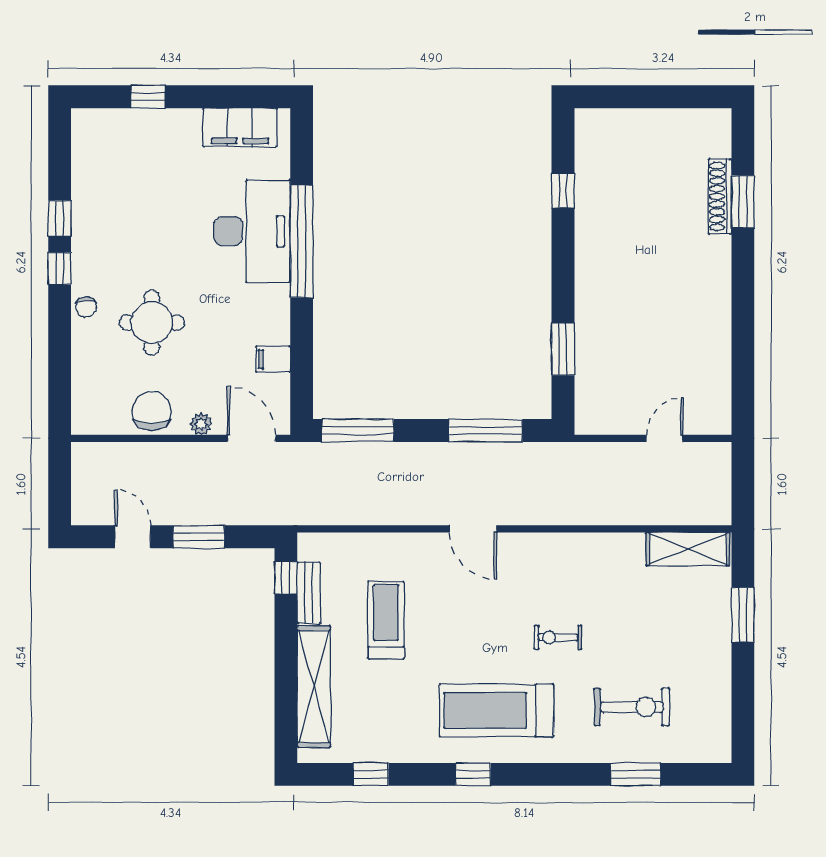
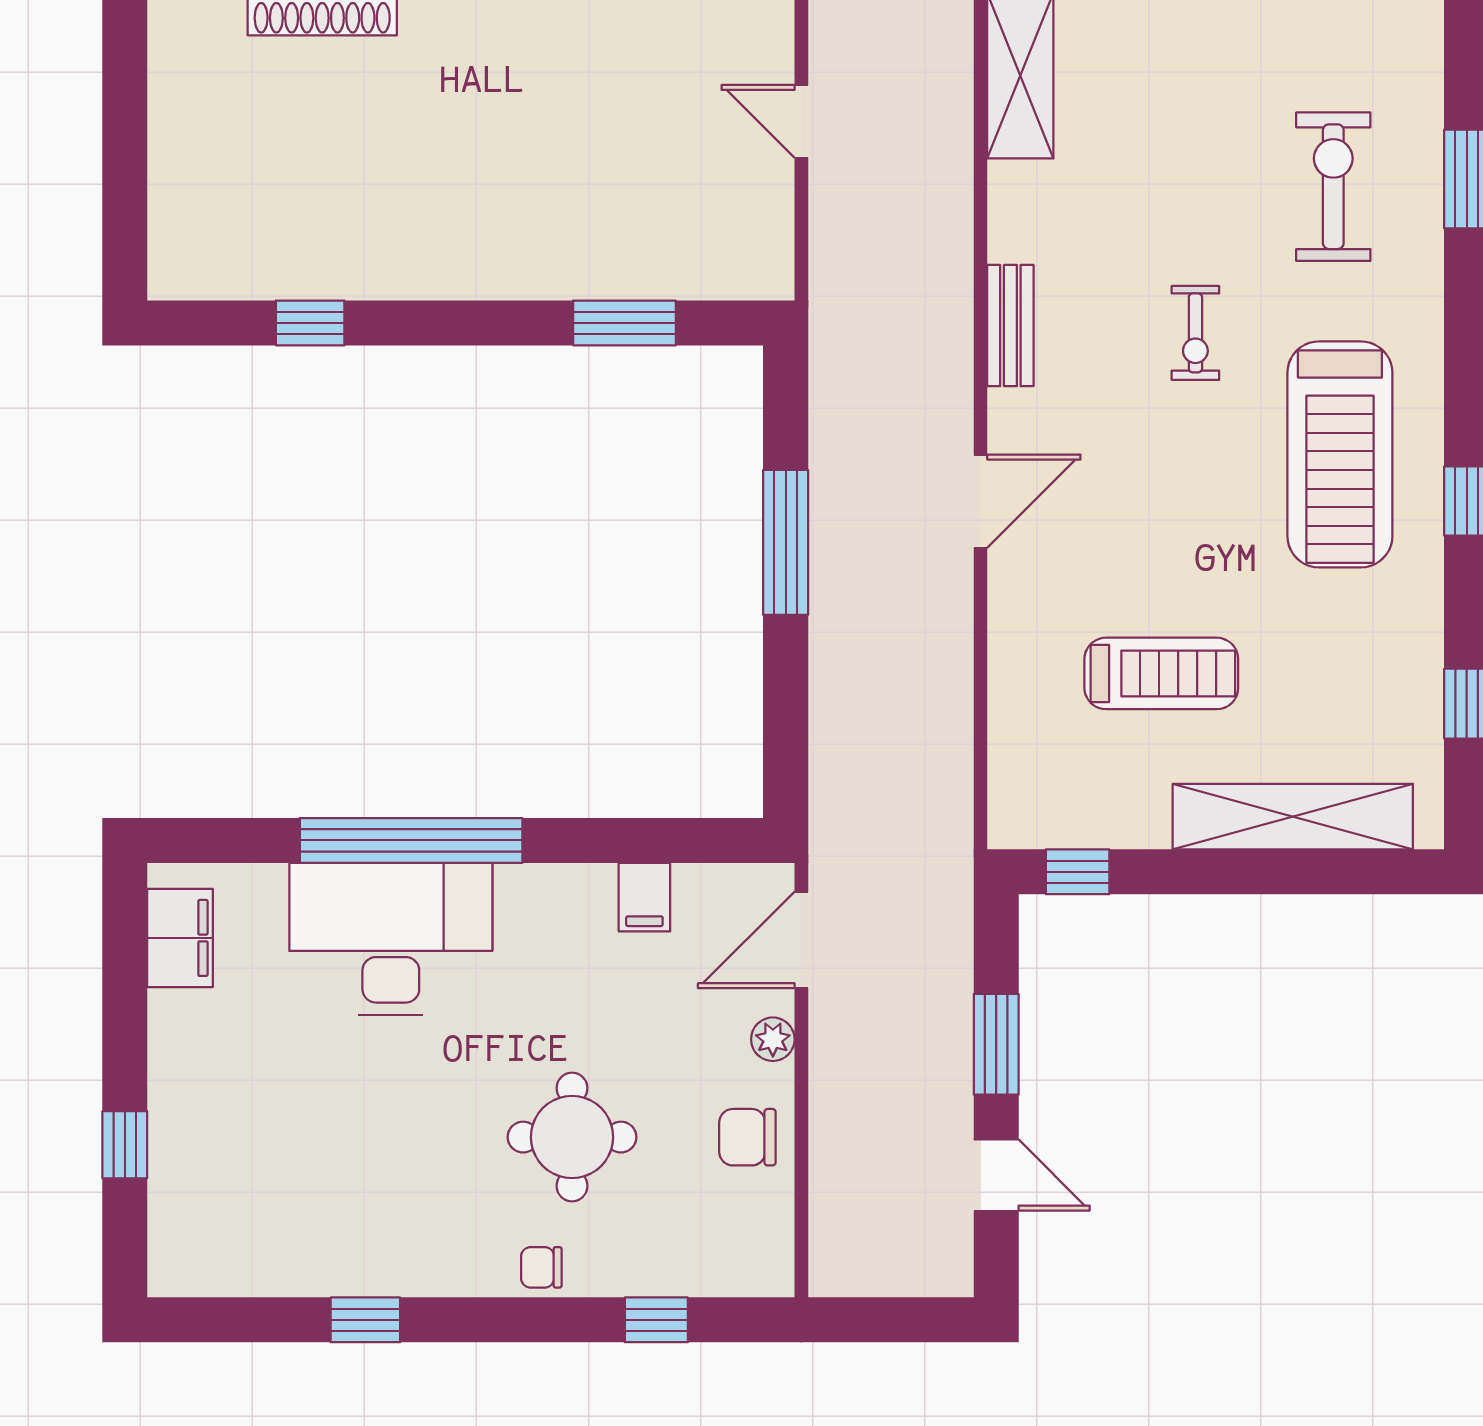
filing cabinet: (240, 127) -> (180, 938), width x0.67, depth x0.86
window: (60, 268) -> (656, 1320), moved
chair: (86, 307) -> (541, 1267), turned 180
chair: (152, 411) -> (747, 1137), width x0.73, depth x0.73
window: (358, 430) -> (786, 729), removed
window: (486, 430) -> (786, 542), moved
door: (133, 537) -> (996, 1175), swing flipped
bench: (309, 593) -> (1010, 326), moved, turned 90
treadmill: (386, 620) -> (1161, 673), turned 180

